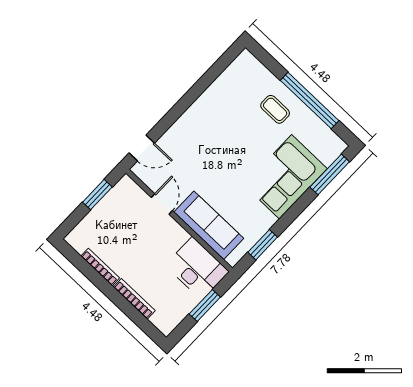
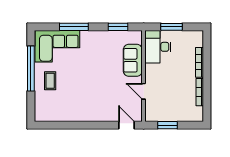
window: (330, 174) -> (74, 27), moved
corner sofa: (286, 177) -> (57, 46), moved
door: (162, 204) -> (144, 91), hinge flipped
sofa: (209, 225) -> (133, 60), width x0.73

